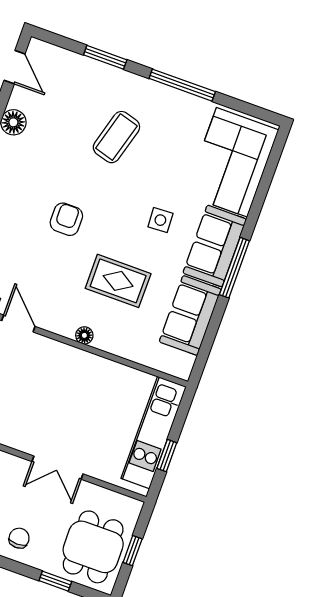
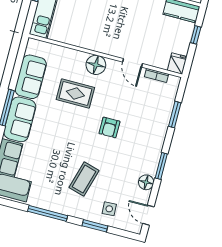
side table: (160, 220) -> (109, 209), moved
floor lamp: (84, 335) -> (96, 65), width x1.89, depth x1.89

